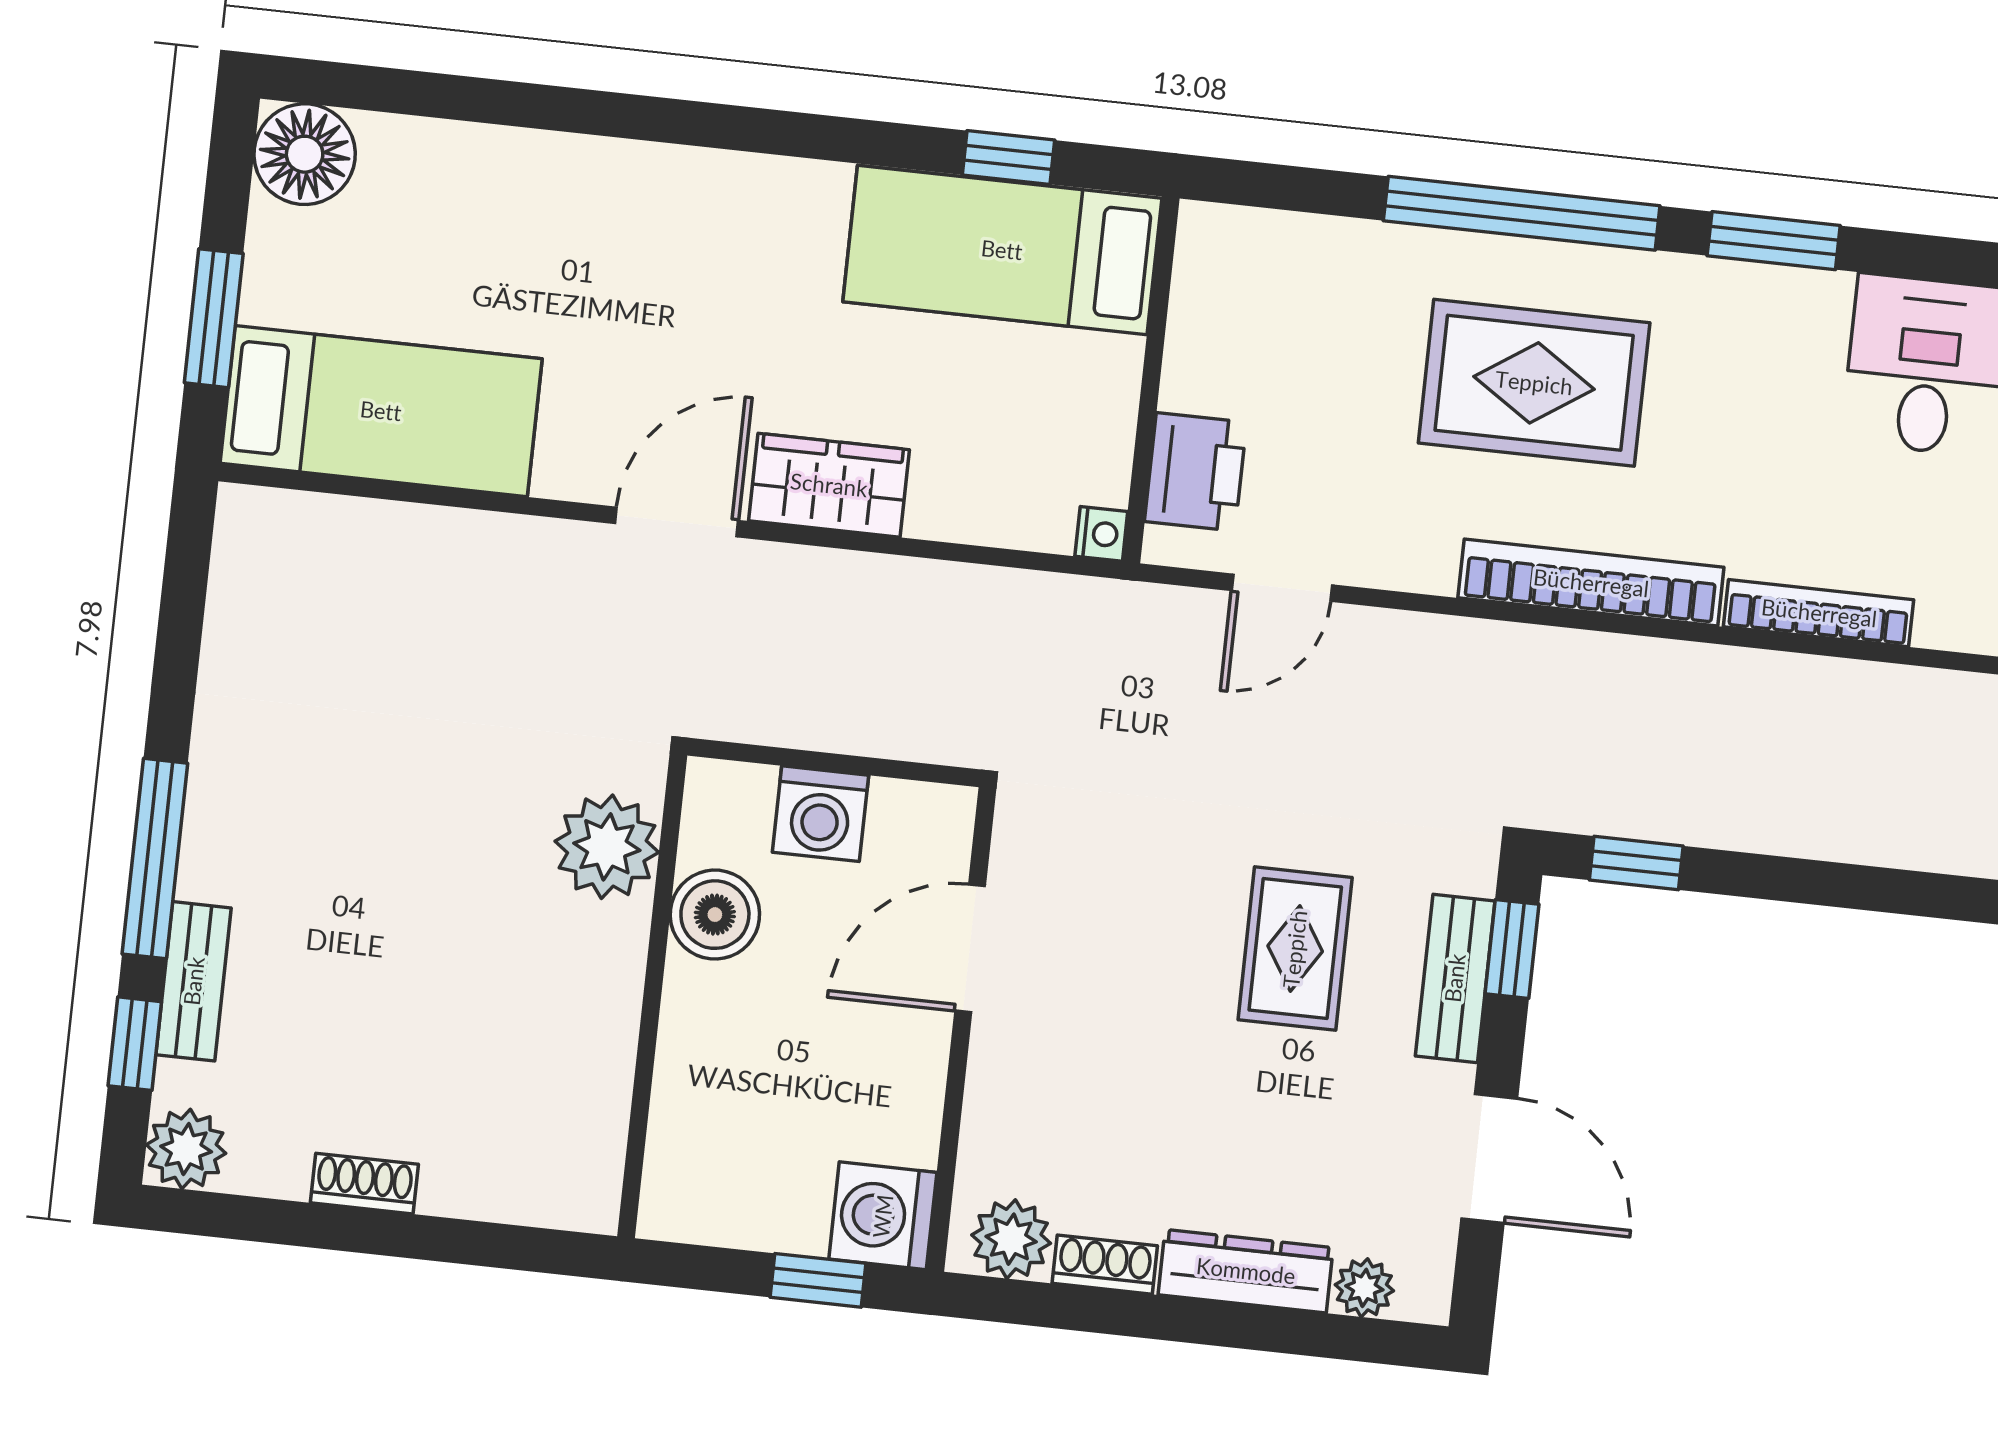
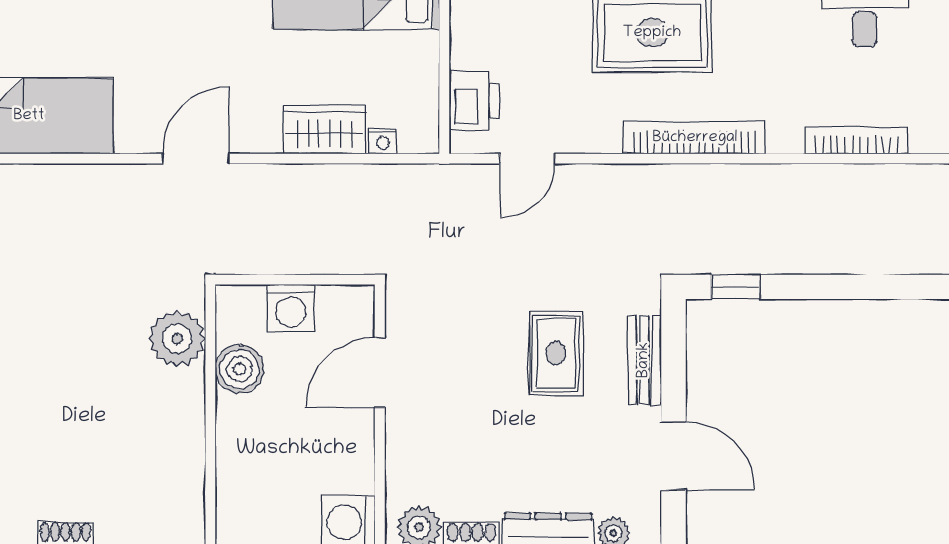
wardrobe: (829, 485) -> (324, 130), moved
nightstand: (1101, 534) -> (383, 141), moved, turned 90
bookcase: (1819, 613) -> (857, 141), moved
window: (1512, 949) -> (673, 341), removed

